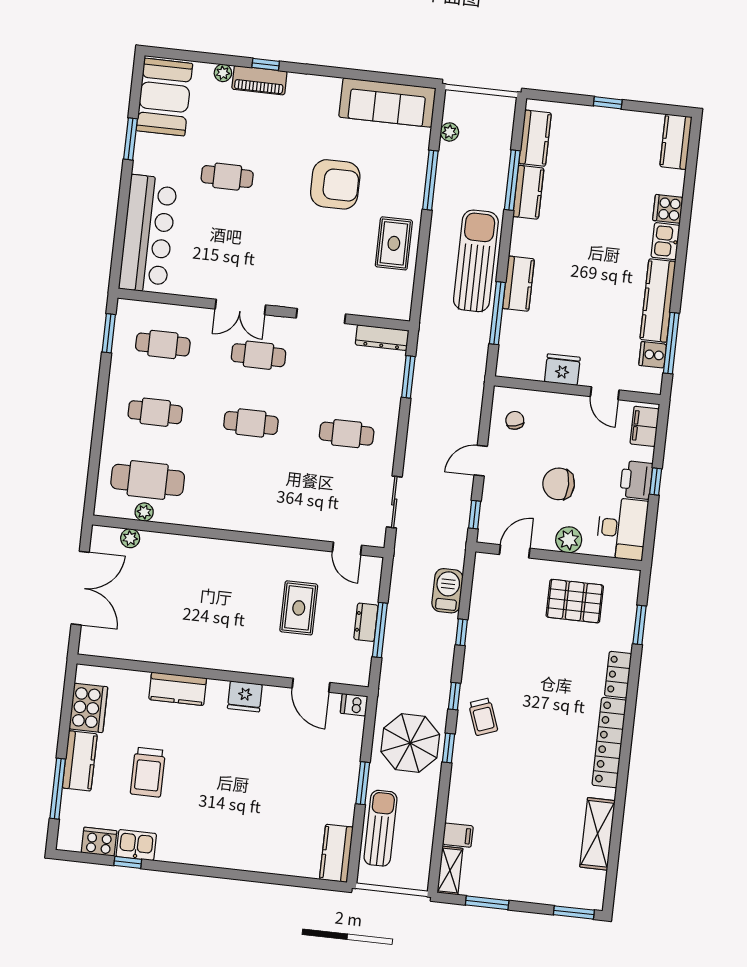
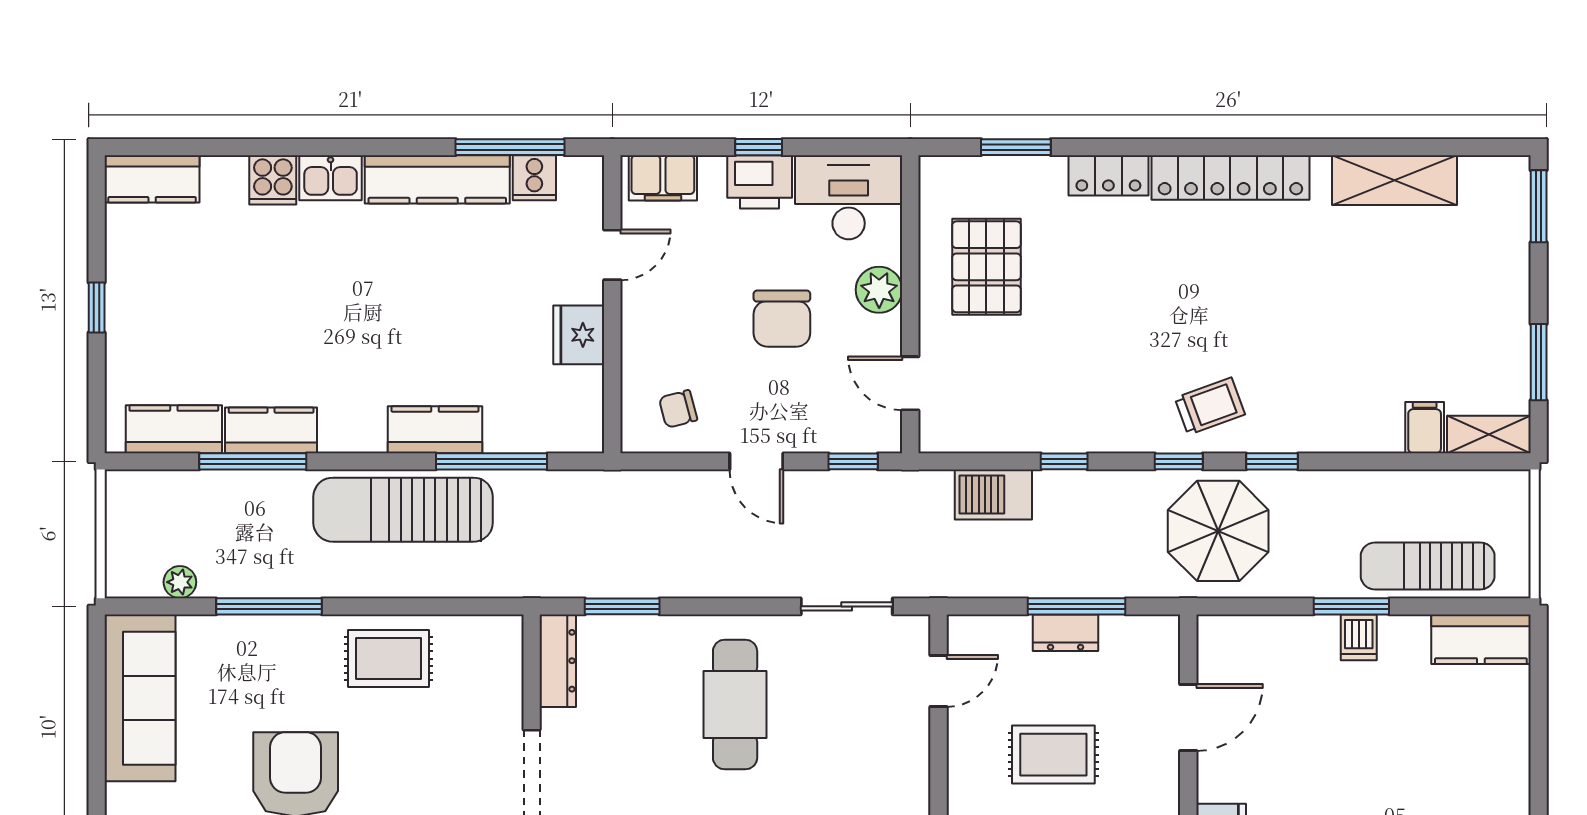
cafe table: (347, 434) -> (735, 705), width x1.37, depth x1.35
dishwasher: (354, 705) -> (1359, 637), moved
parasol: (410, 743) -> (1218, 531), moved

